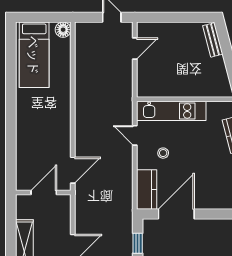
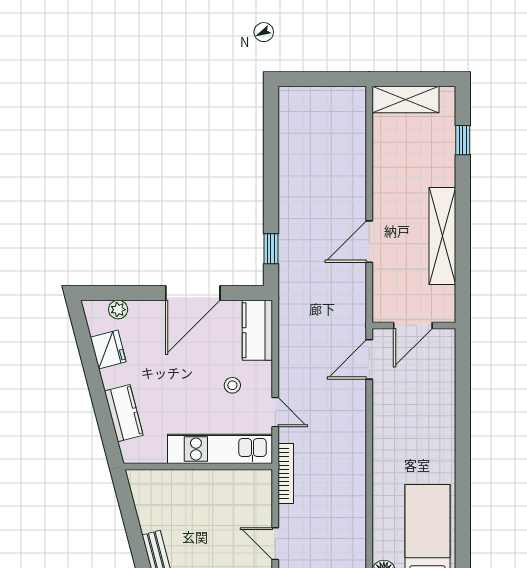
door: (135, 48) -> (275, 544), hinge flipped
bookcase: (128, 95) -> (286, 474), added
door: (176, 214) -> (193, 293), moved

